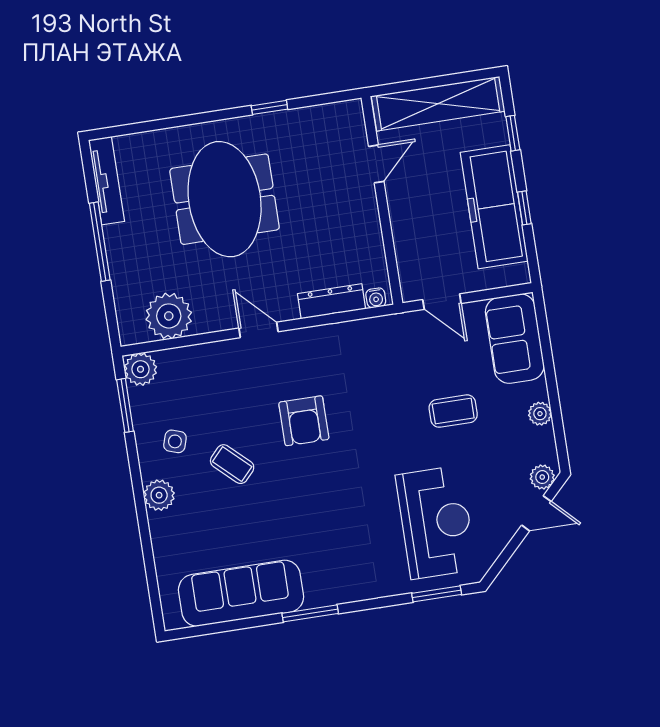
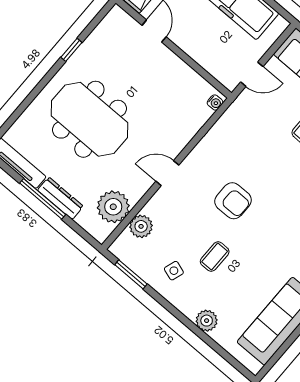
dresser: (331, 301) -> (60, 198), moved, turned 90
plant: (140, 369) -> (141, 226), moved
coffee table: (232, 464) -> (215, 257), turned -43
plant: (159, 495) -> (207, 321), moved

